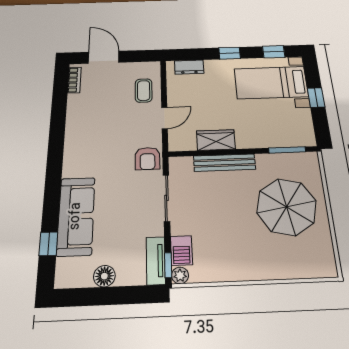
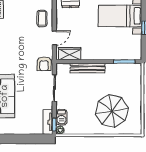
wardrobe: (216, 140) -> (70, 54), moved
parasol: (287, 207) -> (112, 111), moved
floor lamp: (104, 276) -> (21, 129), removed

